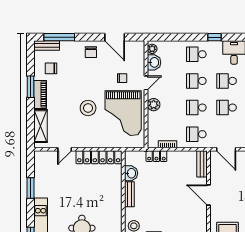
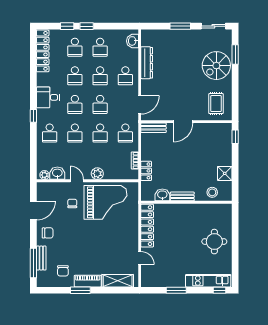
bench: (47, 45) -> (41, 258), moved
stool: (88, 108) -> (101, 236), removed

